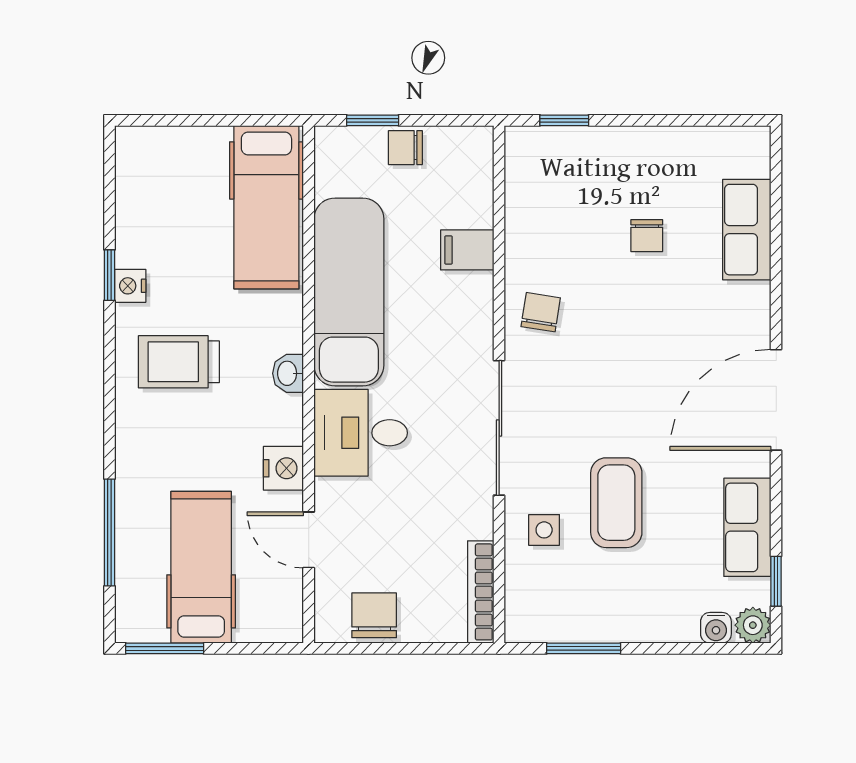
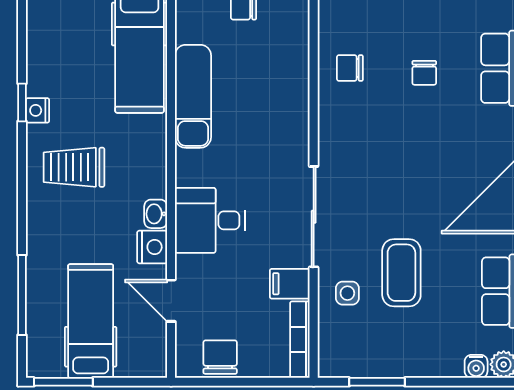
filing cabinet: (467, 250) -> (290, 284), moved
exam couch: (349, 292) -> (193, 96), width x0.73, depth x0.69
chair: (541, 312) -> (350, 68), moved, turned -99
washbasin: (288, 373) -> (156, 214), moved

